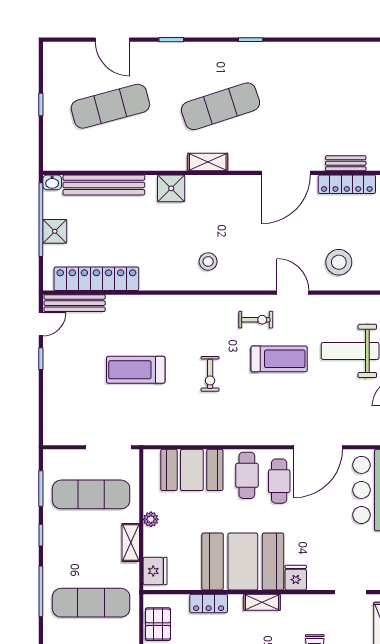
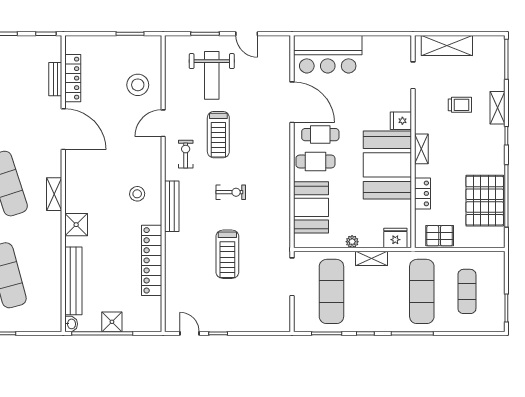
locker: (96, 279) -> (152, 260), moved
bench: (75, 303) -> (172, 206), moved
treadmill: (279, 359) -> (218, 135), turned 180

